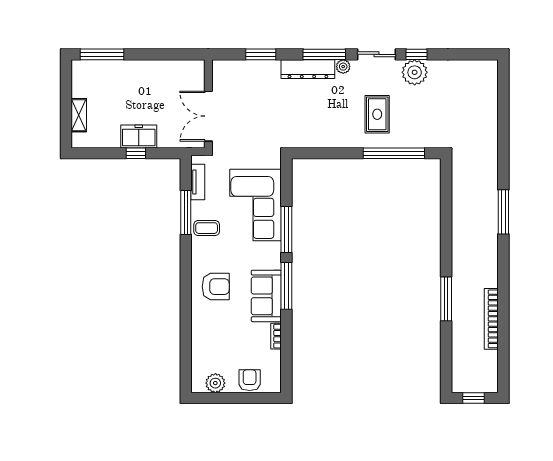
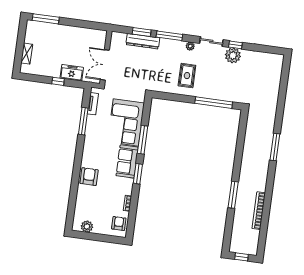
window: (324, 54) -> (169, 36), moved
dresser: (308, 69) -> (143, 41), moved
rug: (377, 114) -> (187, 76), moved
freezer: (139, 136) -> (72, 73), moved
coffee table: (207, 228) -> (94, 132), removed
window: (286, 286) -> (138, 174), width x0.69
armchair: (216, 287) -> (89, 177), moved, turned -90
sofa: (266, 296) -> (127, 161), moved
armchair: (250, 380) -> (119, 223), moved

